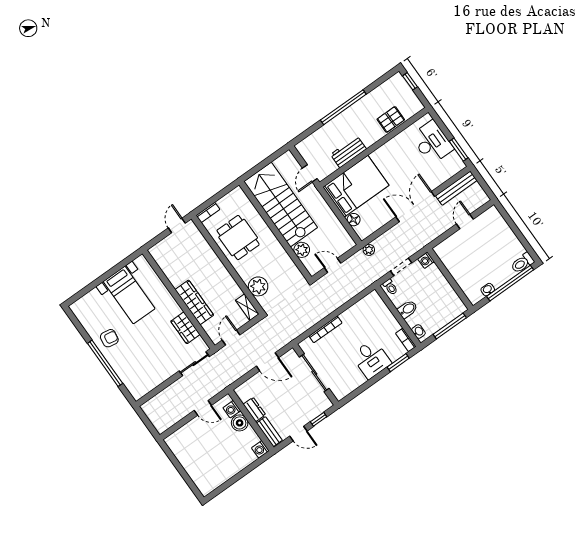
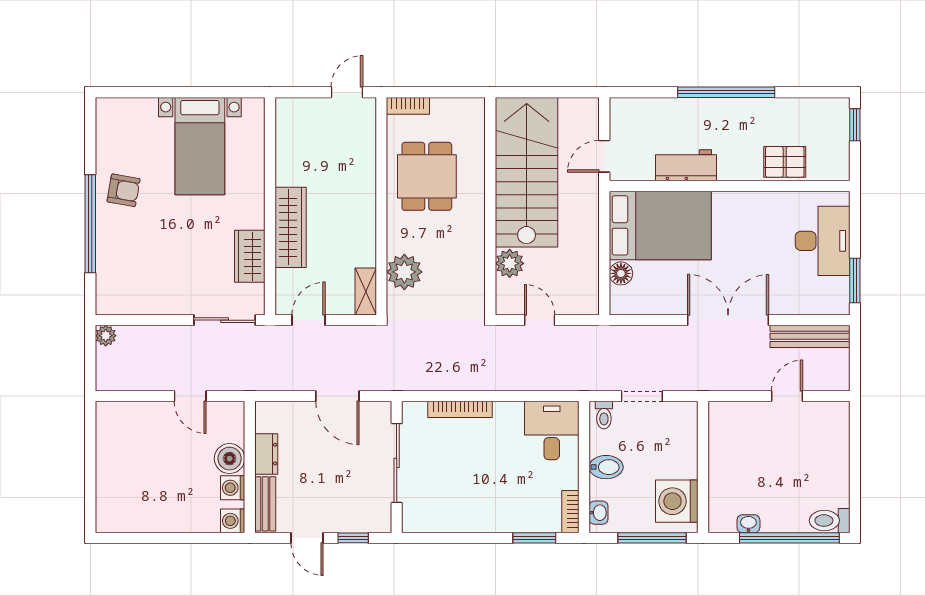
plant: (369, 250) -> (106, 336), moved
washing machine: (426, 260) -> (677, 501), moved, width x1.89, depth x1.89
desk: (371, 359) -> (552, 430), moved, turned 180
washing machine: (232, 409) -> (233, 488), moved

